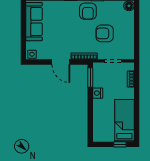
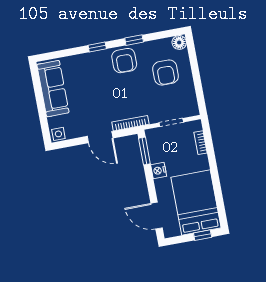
armchair: (105, 33) -> (166, 72), moved, turned -90
bed: (124, 121) -> (196, 203), width x1.50
door: (90, 125) -> (157, 216), added

